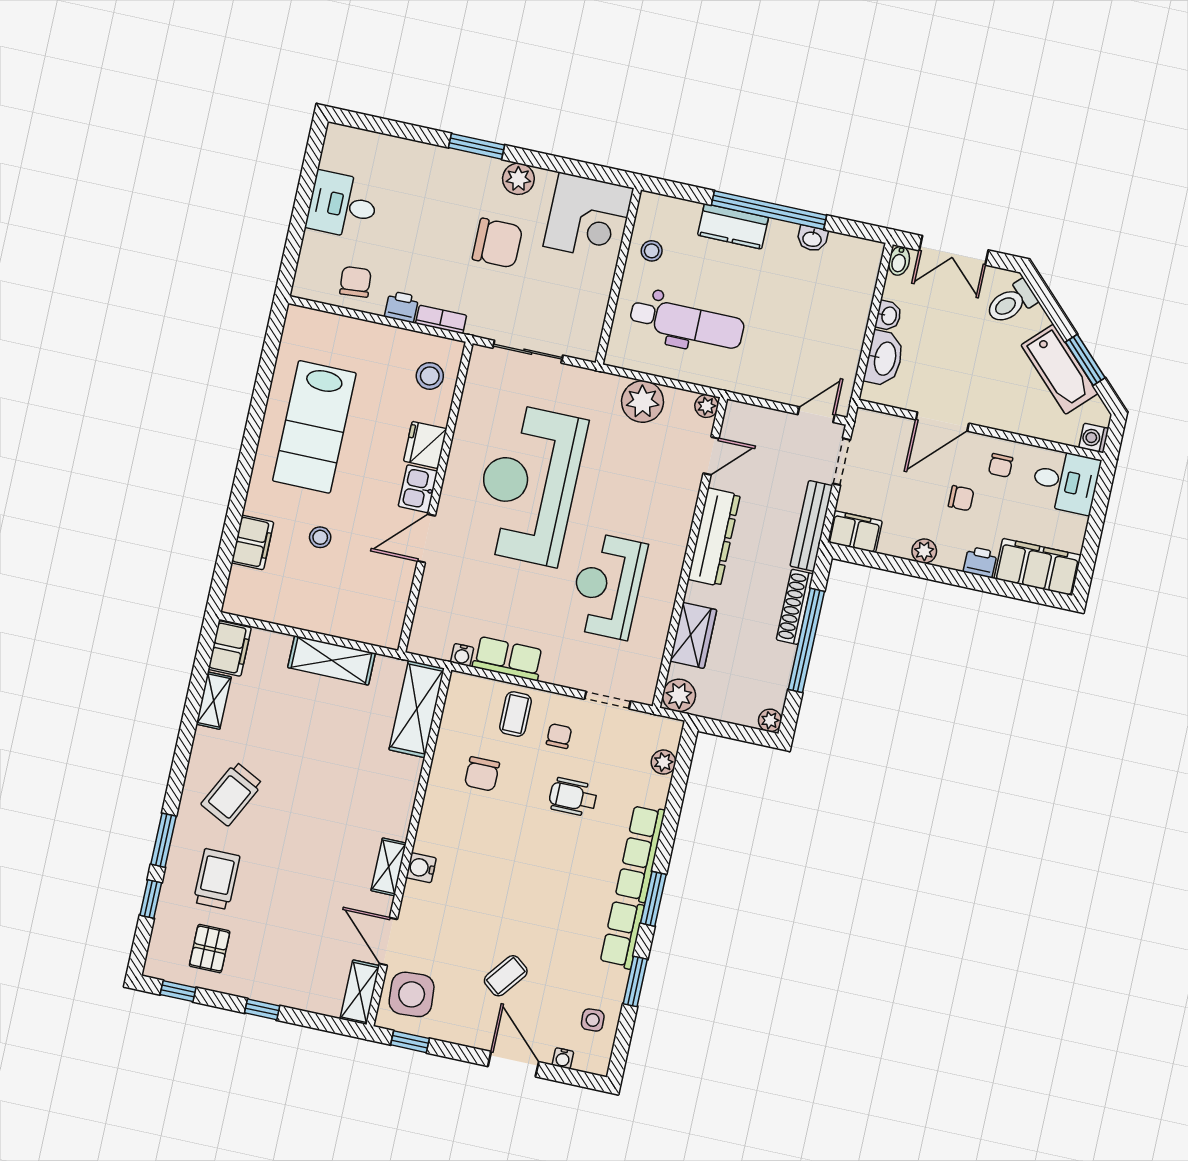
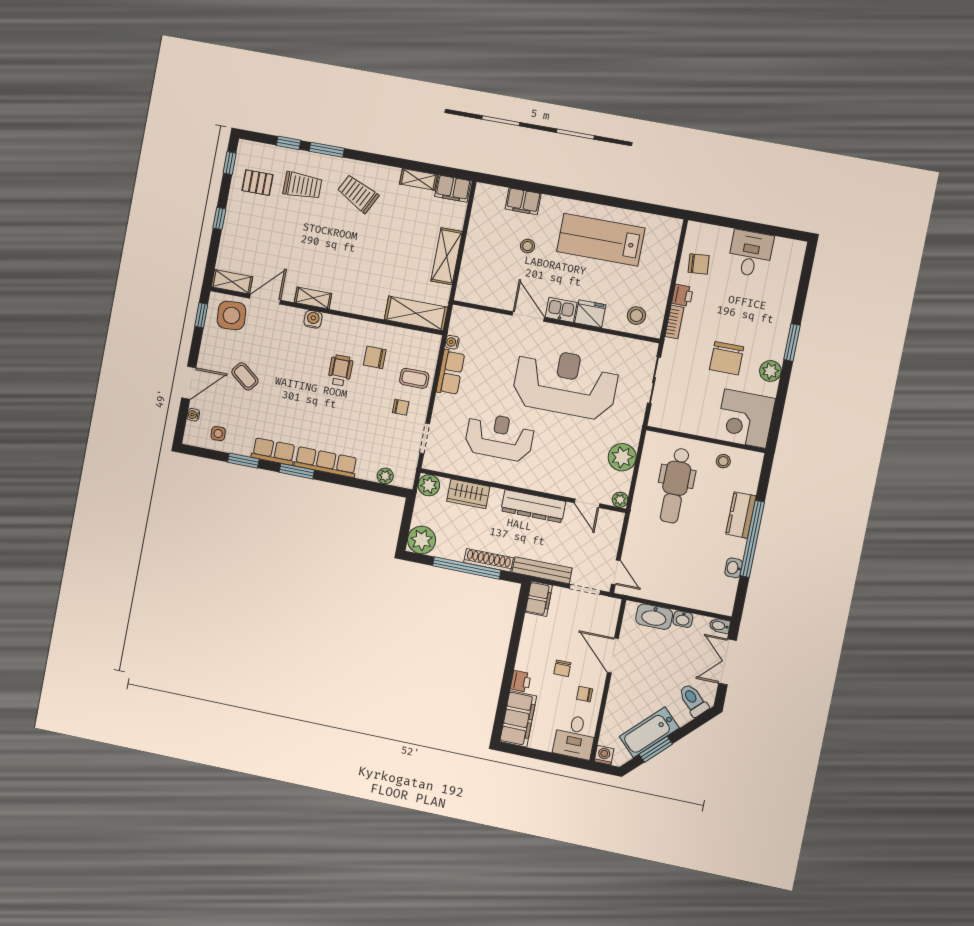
plant: (924, 551) -> (527, 644), removed
plant: (770, 720) -> (422, 540), width x1.88, depth x1.88
wheelchair: (573, 797) -> (340, 370), moved

